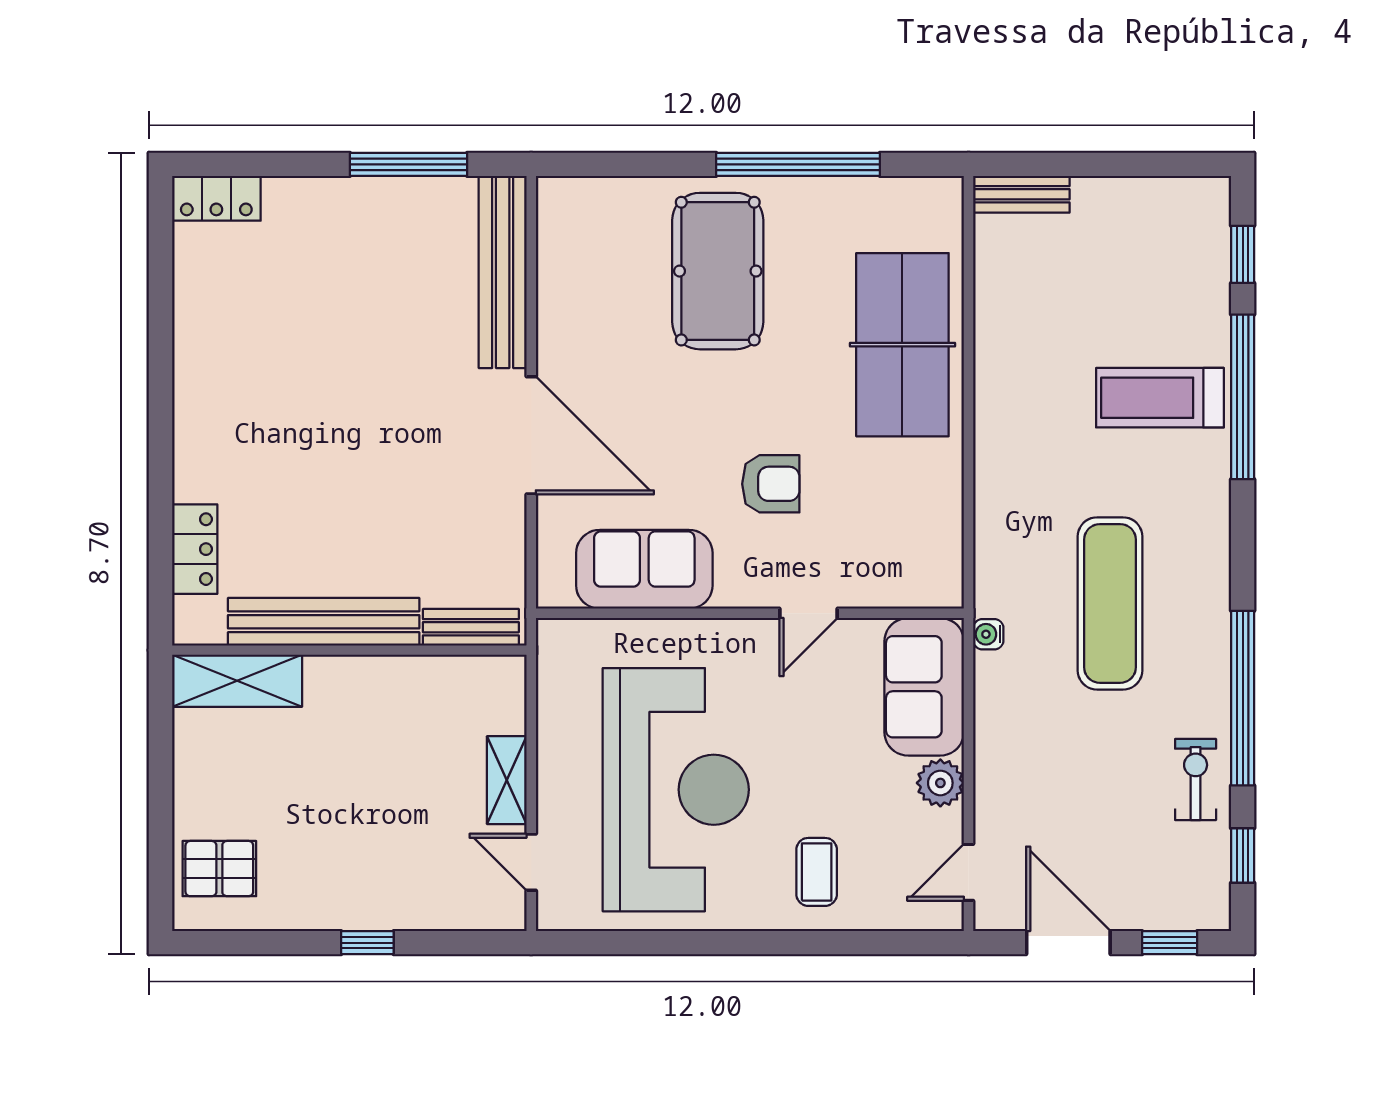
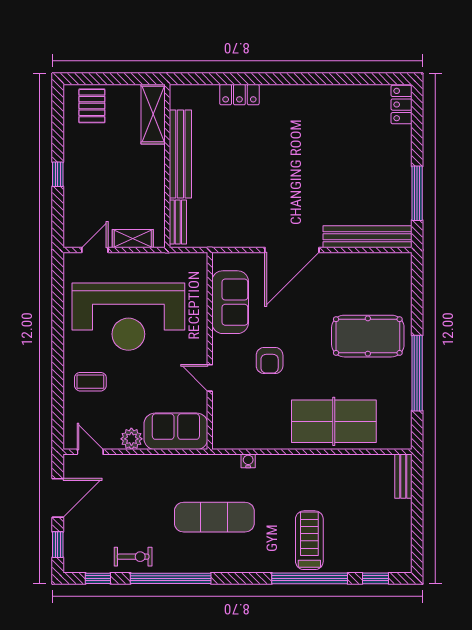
bench: (324, 622) -> (180, 154), moved
bench: (471, 627) -> (178, 222), moved
water cooler: (988, 634) -> (248, 461), moved
wall: (349, 650) -> (167, 166), moved
shelving: (237, 681) -> (153, 114), moved

